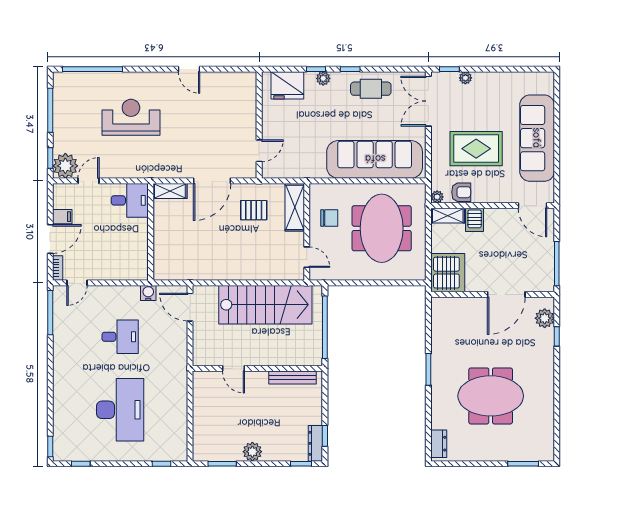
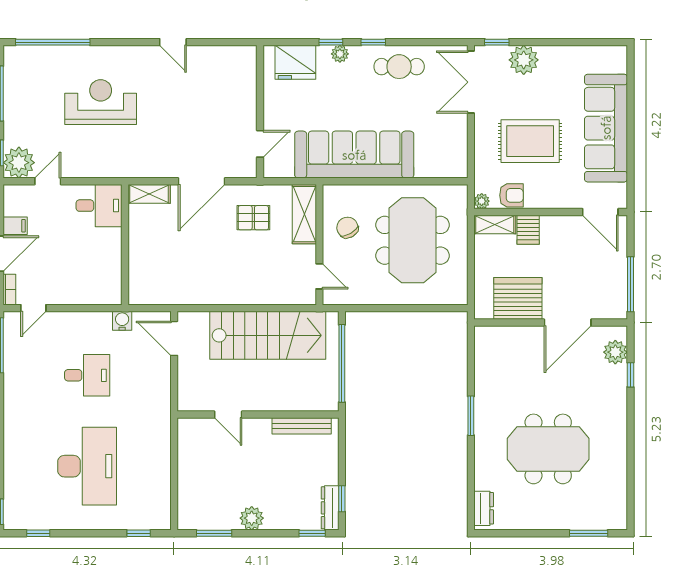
plant: (465, 78) -> (524, 60), width x1.87, depth x1.87
sofa: (375, 159) -> (354, 155), moved
chair: (329, 218) -> (347, 228), turned -120
server rack: (448, 273) -> (518, 298), moved, turned -90

